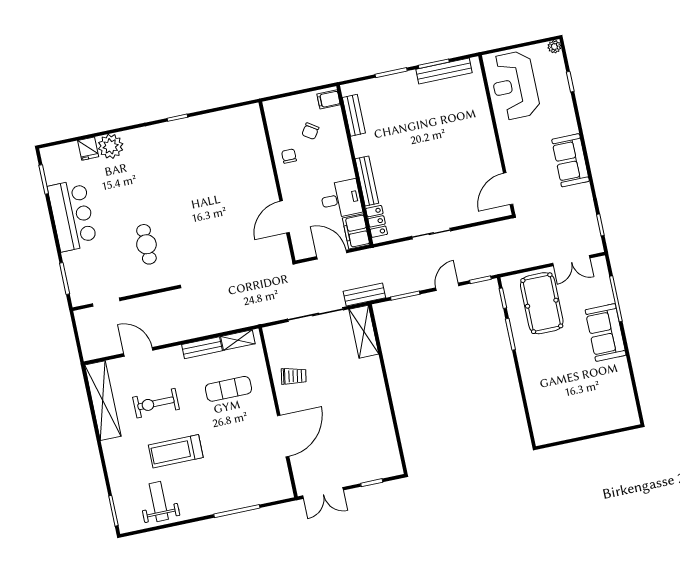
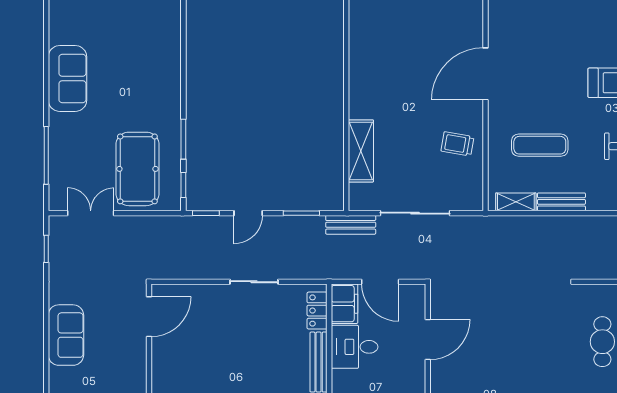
shelving: (364, 332) -> (361, 151), moved
sofa: (606, 332) -> (67, 78), moved

